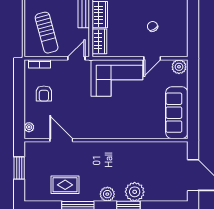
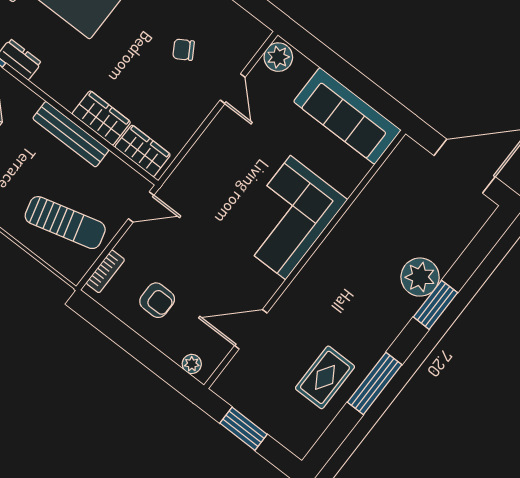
door: (76, 58) -> (141, 207), swing flipped
corner sofa: (117, 78) -> (288, 218), moved, turned 180
plant: (107, 194) -> (391, 323), removed

